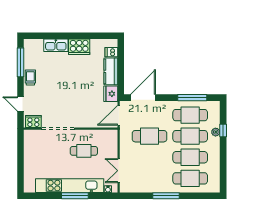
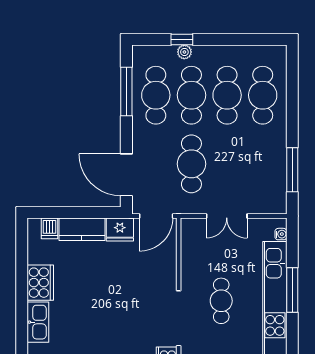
door: (119, 115) -> (156, 216), hinge flipped
cafe table: (84, 151) -> (221, 301), moved
double door: (119, 171) -> (227, 216), moved
window: (166, 196) -> (292, 170), moved

